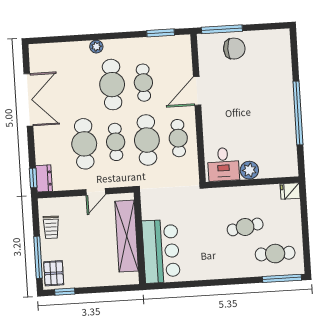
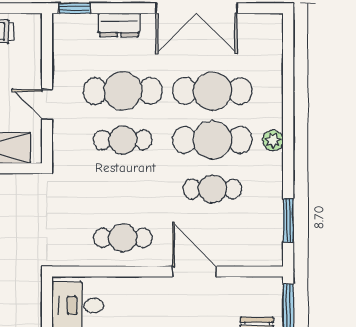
plant: (96, 47) -> (273, 140), moved
cafe table: (147, 140) -> (212, 91), moved
dresser: (44, 178) -> (119, 25), moved

